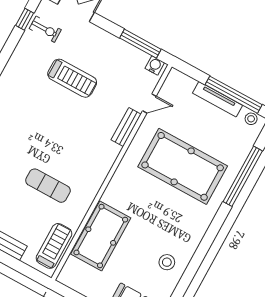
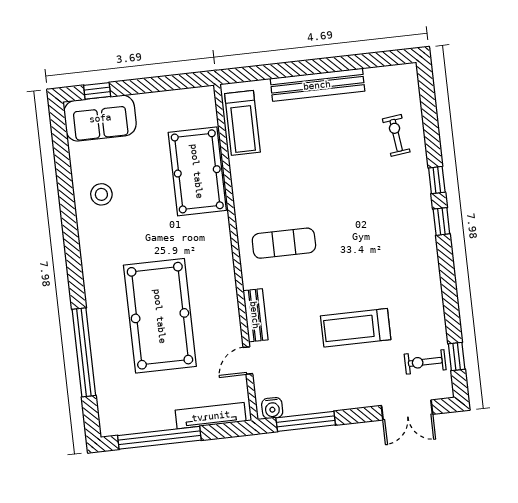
tv unit: (218, 99) -> (211, 416), moved
stool: (251, 119) -> (120, 424), removed
pool table: (183, 166) -> (160, 316), turned 90
exercise mat: (48, 186) -> (284, 243), moved

